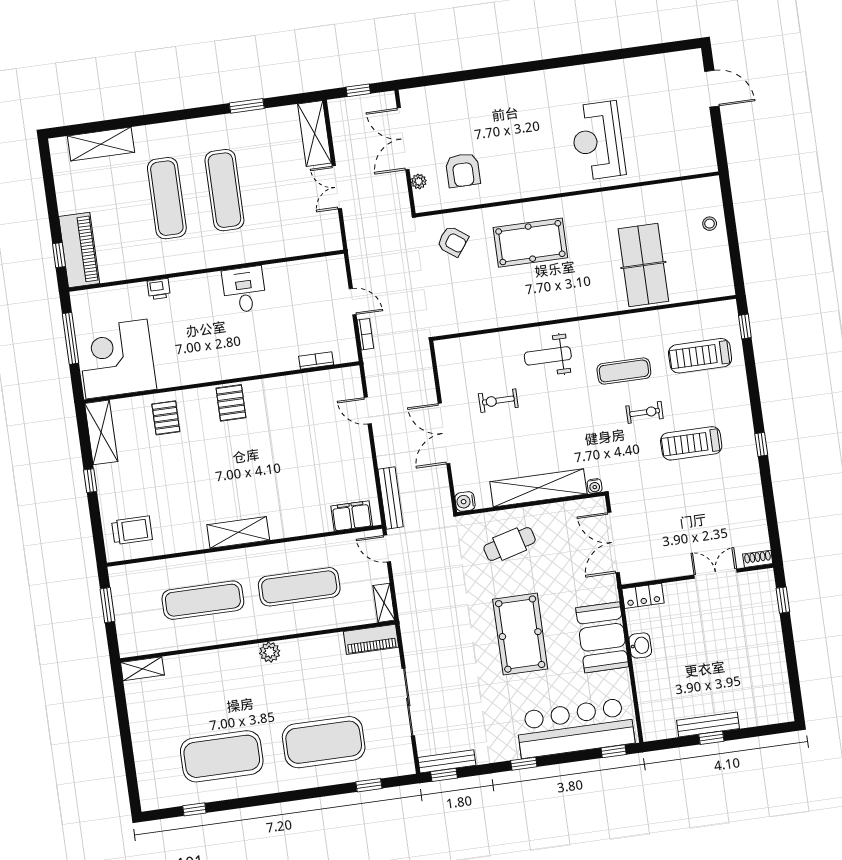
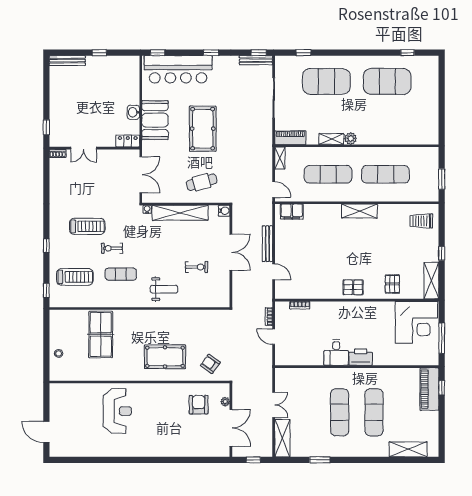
printer: (159, 289) -> (361, 357), moved, width x1.87, depth x1.48
pallet: (231, 403) -> (353, 287), turned 90
window: (761, 444) -> (46, 246), moved
bench: (391, 498) -> (267, 244), moved
shelving: (142, 669) -> (331, 139), moved
bench: (708, 724) -> (67, 61), moved

